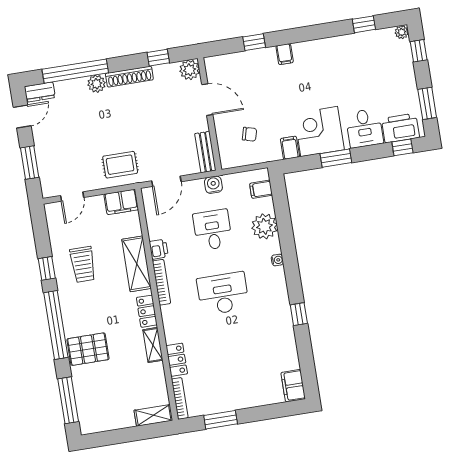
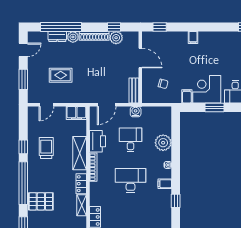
window: (254, 42) -> (160, 27), moved
plant: (190, 70) -> (116, 38), moved
dresser: (40, 92) -> (57, 36), moved
rug: (120, 165) -> (61, 75), moved
filing cabinet: (261, 189) -> (165, 184), moved
printer: (159, 249) -> (98, 141), width x1.87, depth x1.48
trolley: (83, 264) -> (46, 148), turned 180

